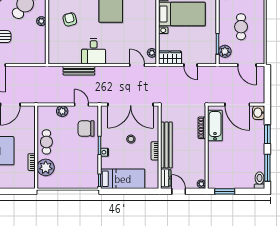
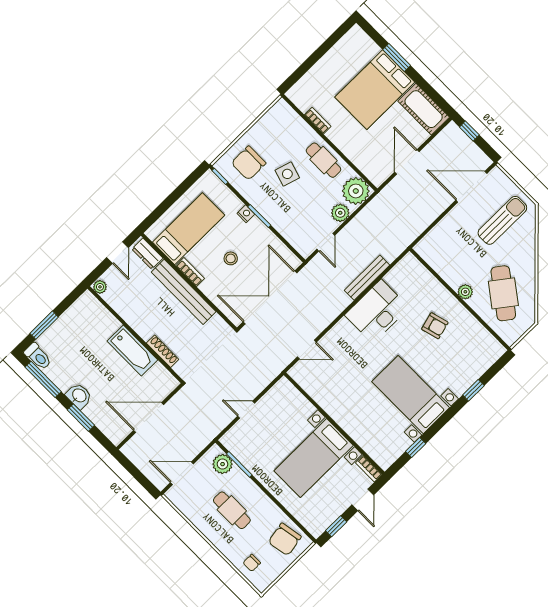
desk: (94, 51) -> (377, 311), width x1.37
plant: (152, 53) -> (304, 380), removed
wardrobe: (170, 57) -> (278, 395), removed
door: (82, 104) -> (326, 242), hinge flipped
washbasin: (259, 113) -> (79, 396), moved
bathtub: (215, 126) -> (132, 351), moved
chair: (86, 129) -> (249, 163), moved, turned 180
side table: (69, 152) -> (287, 174), added
plant: (46, 167) -> (356, 191), moved
bed: (123, 179) -> (189, 229), moved, turned 180
door: (179, 191) -> (117, 253), hinge flipped
window: (225, 191) -> (44, 325), moved

